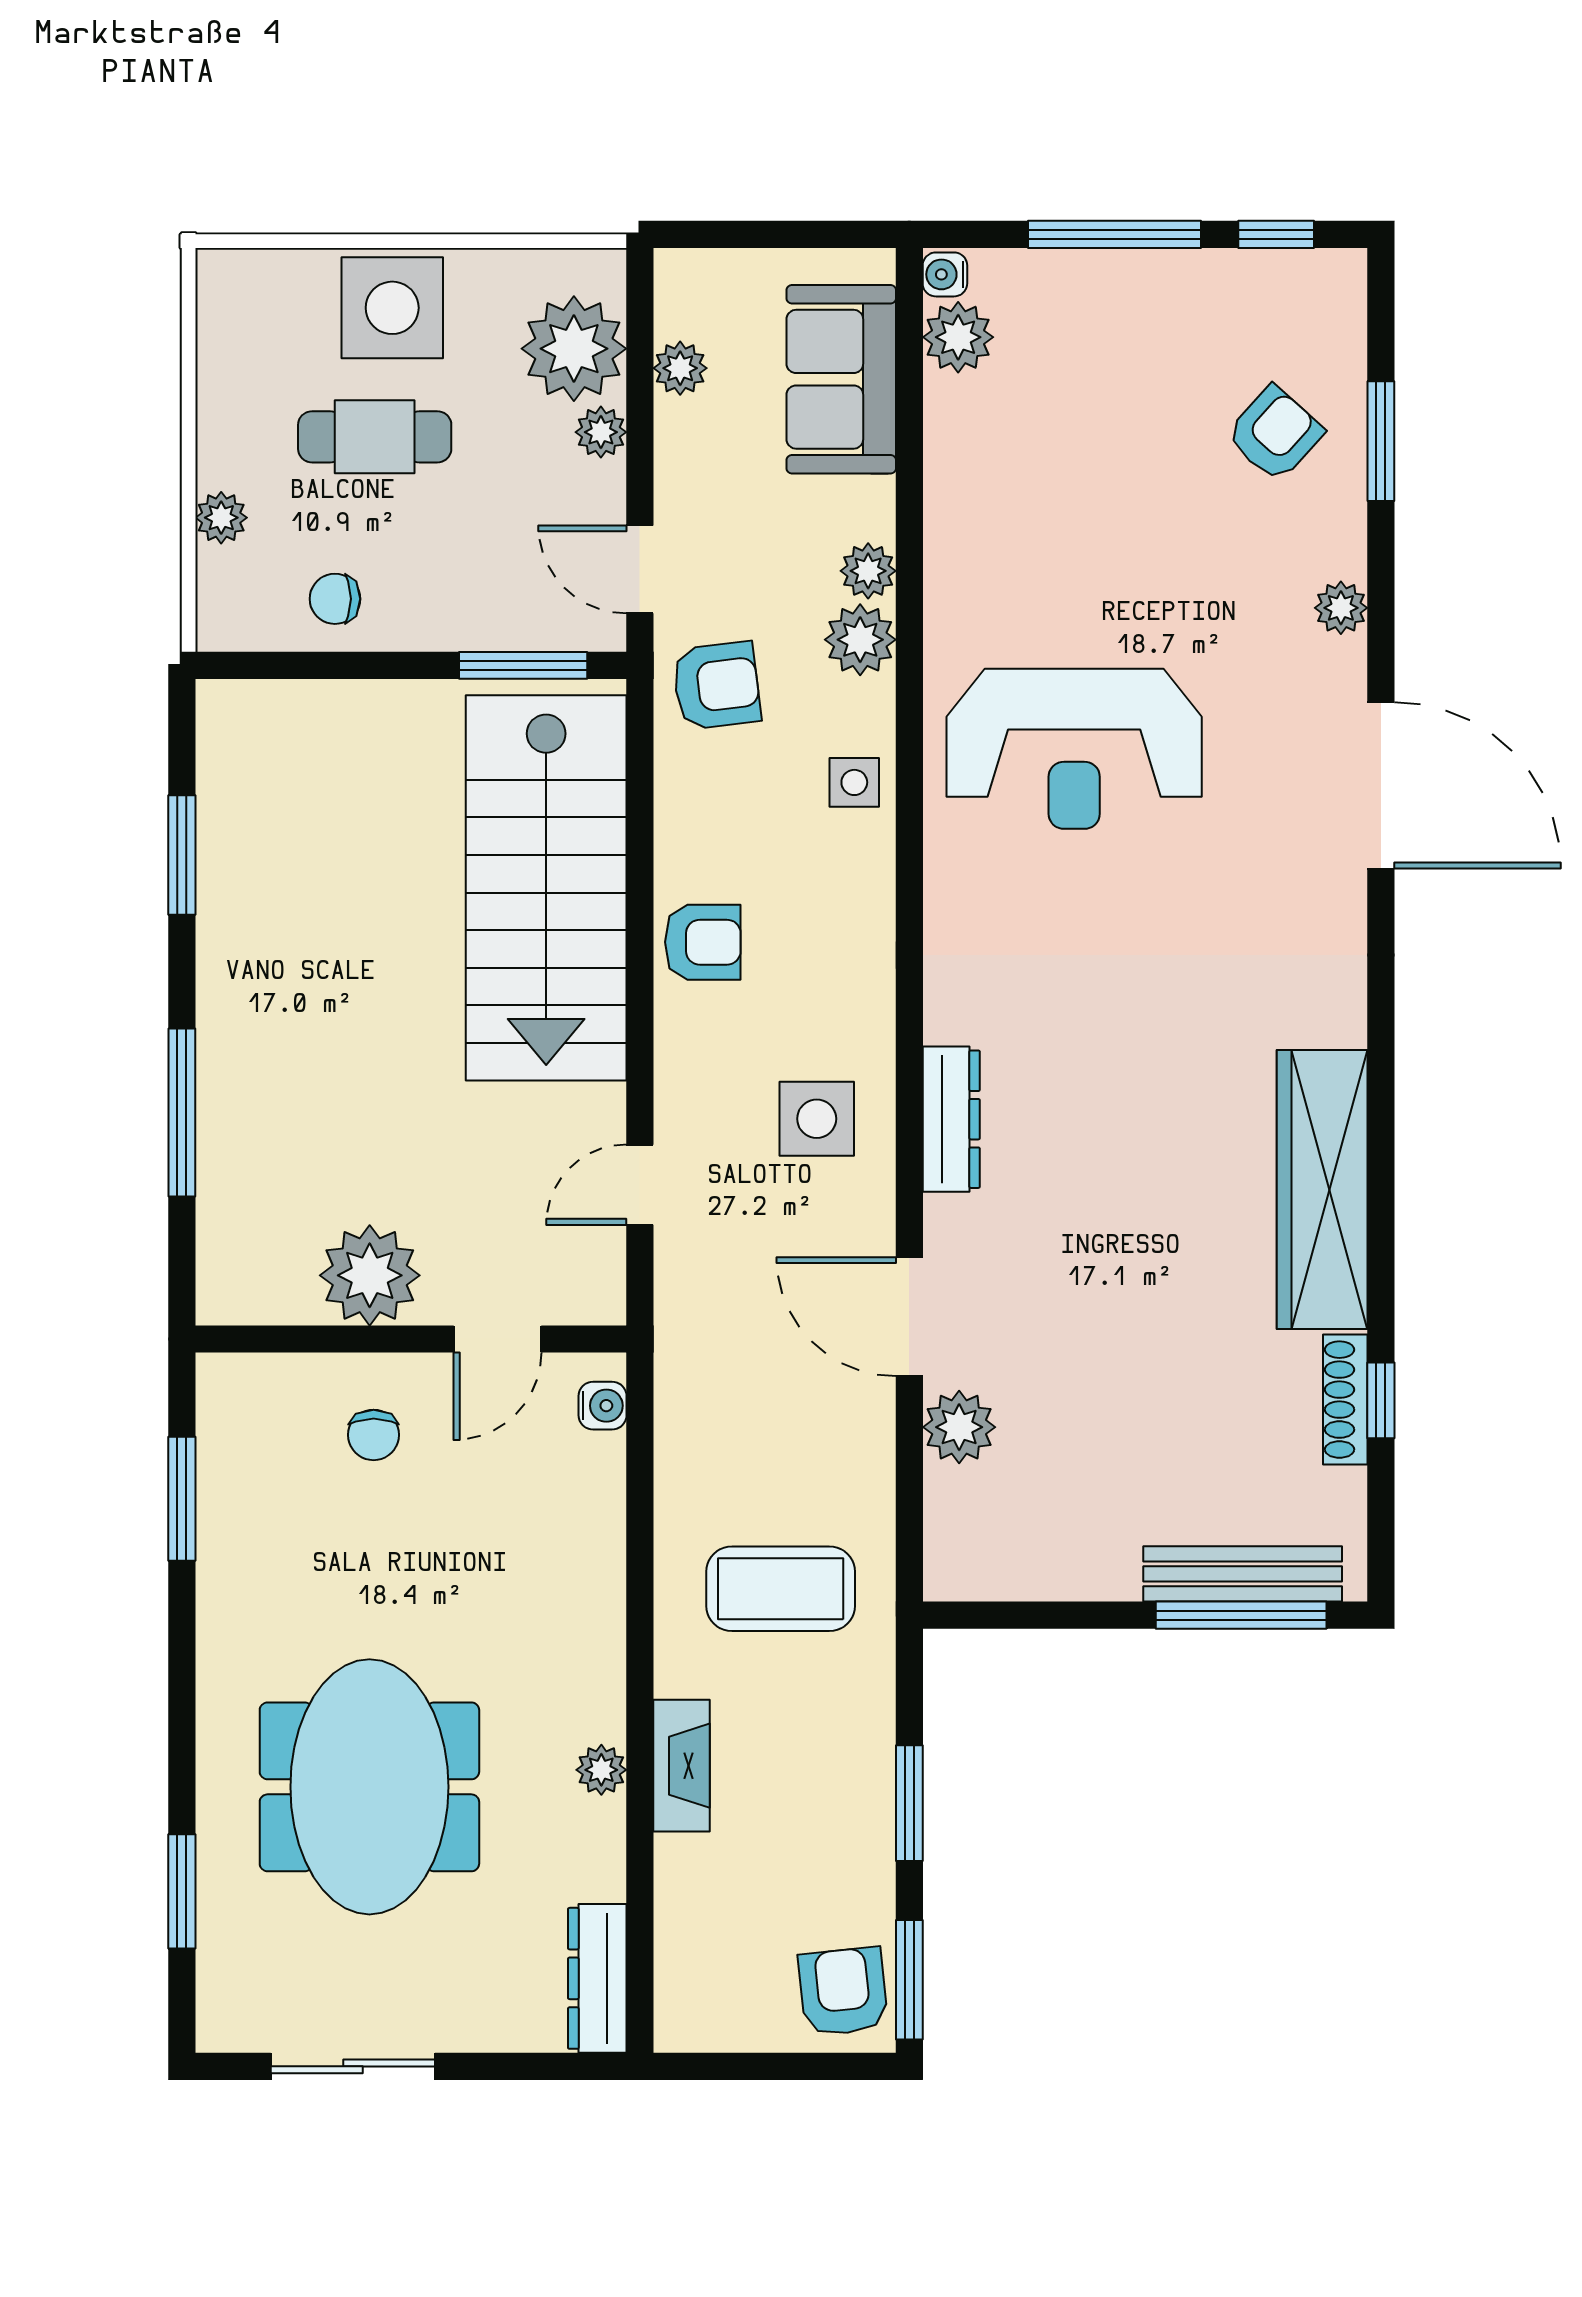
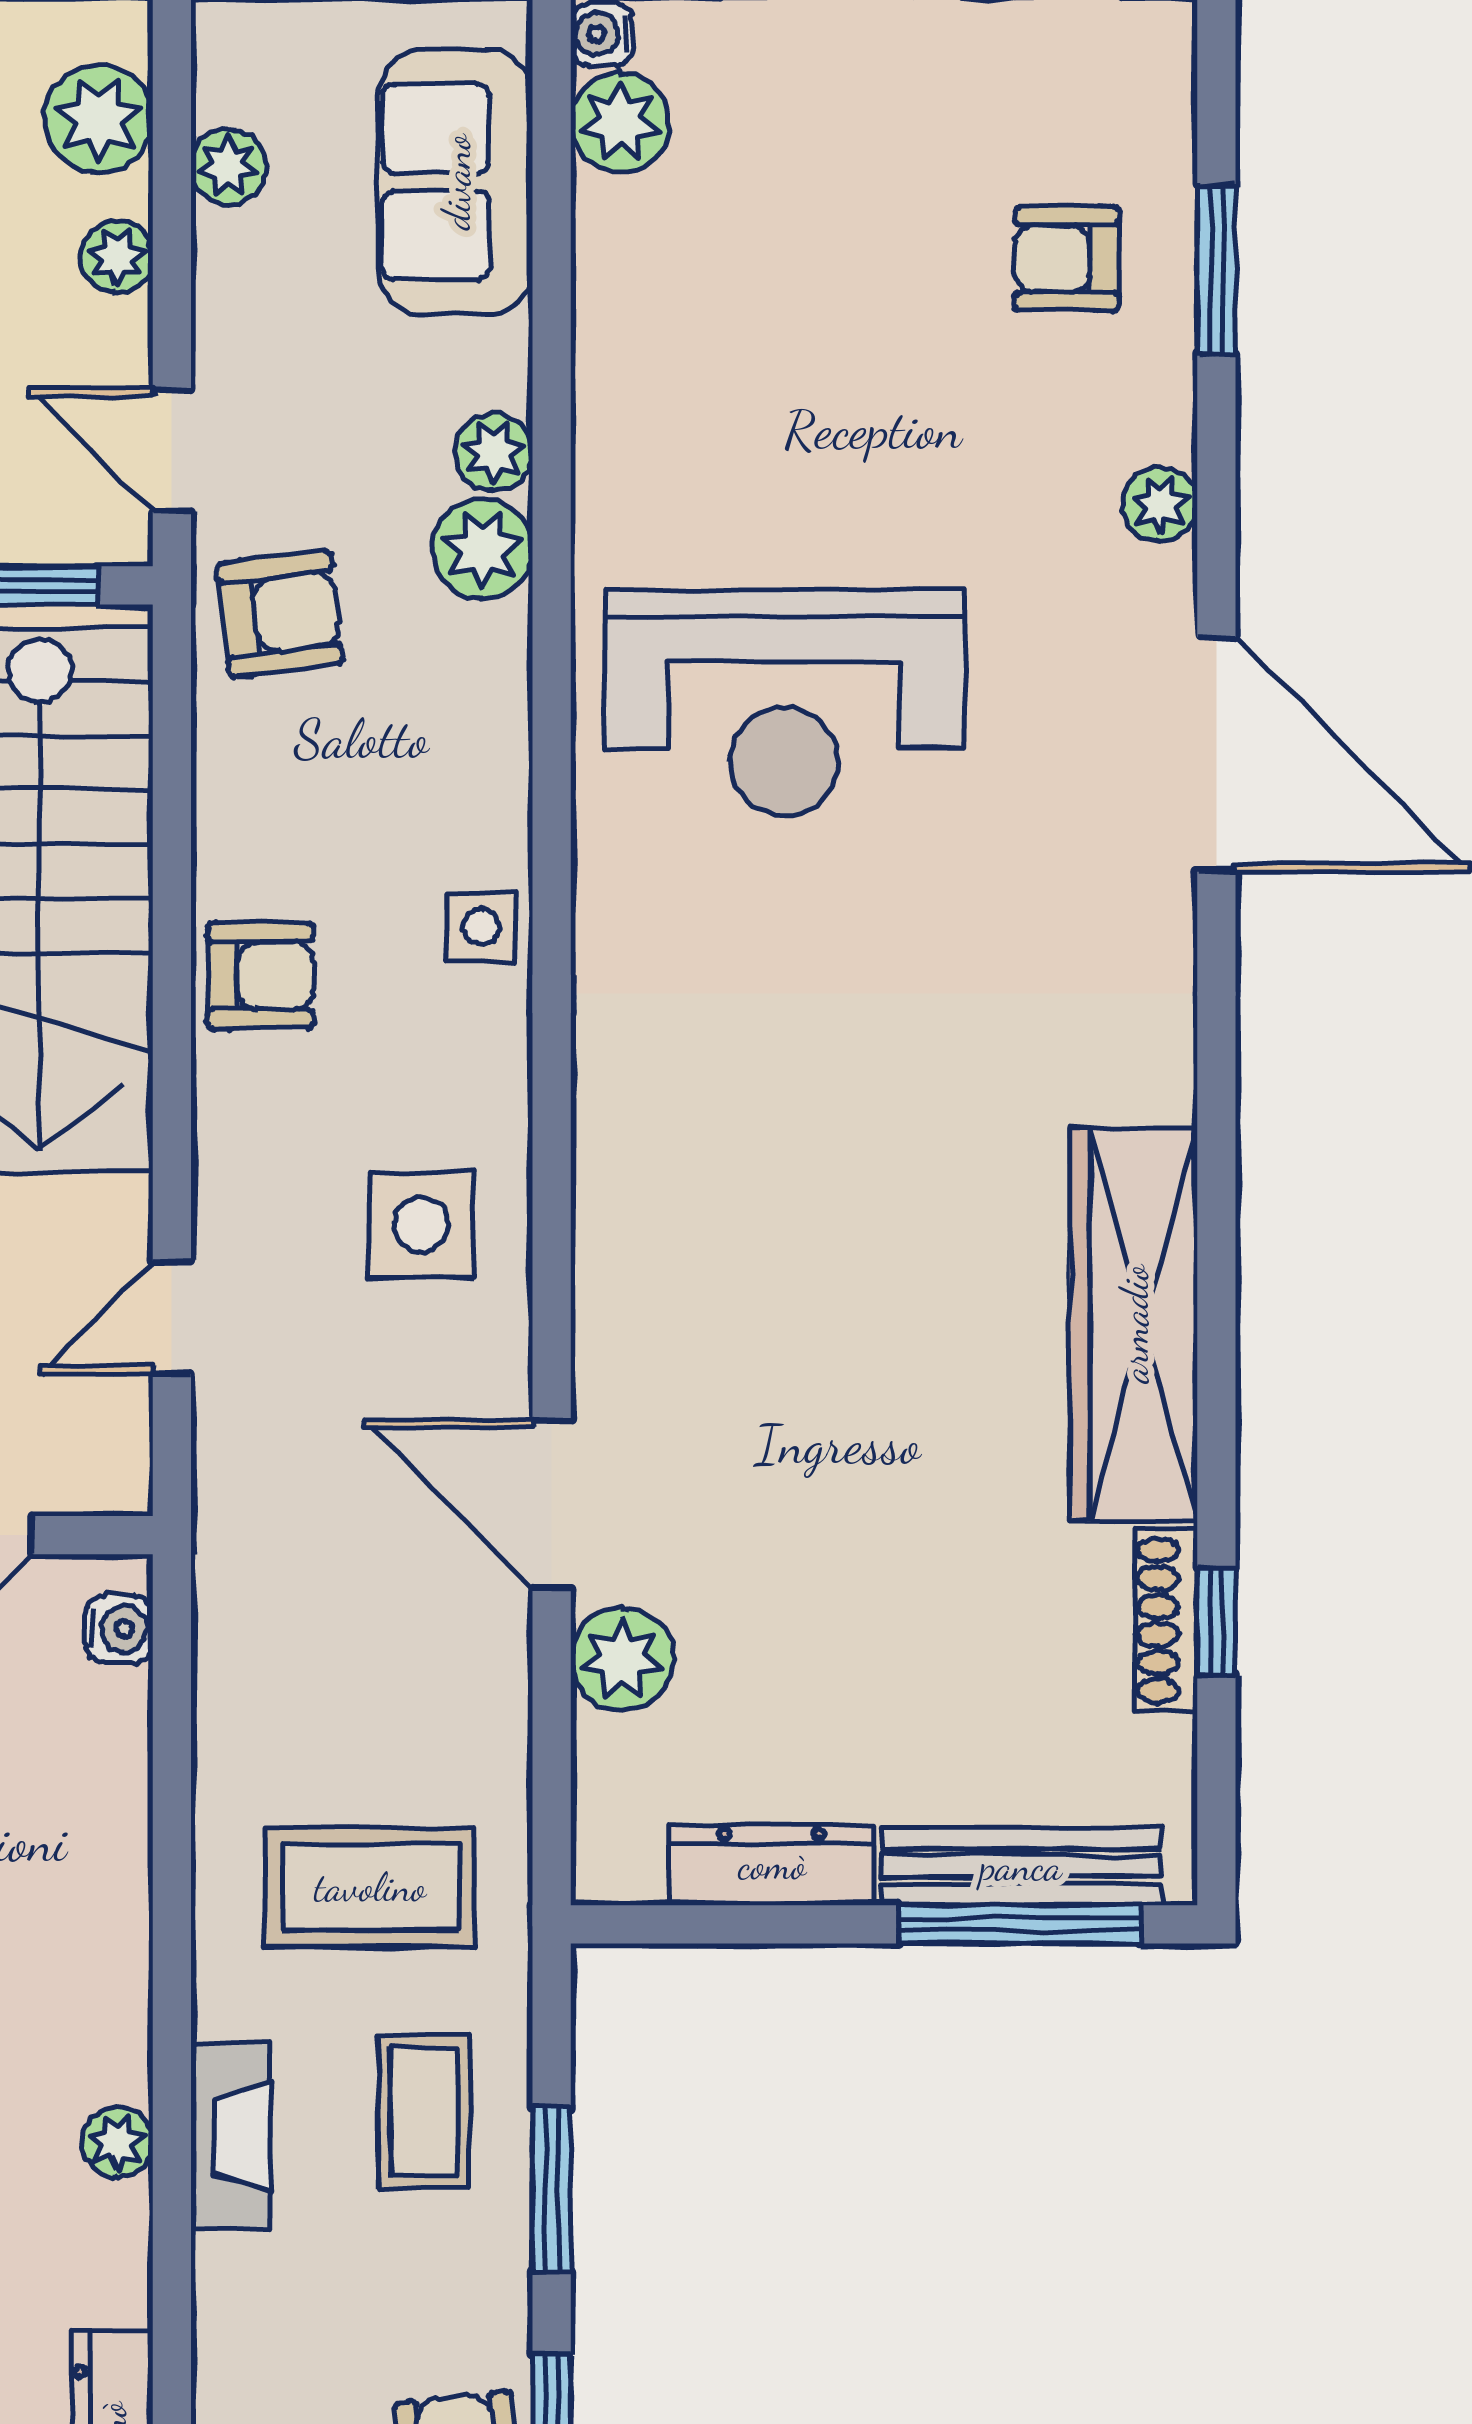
plant: (574, 349) -> (99, 119), width x0.73, depth x0.73
armchair: (1275, 434) -> (1067, 259), turned -132
side table: (854, 782) -> (481, 927), moved
dresser: (951, 1119) -> (772, 1865), moved, turned -90
coffee table: (819, 1748) -> (424, 2112), added

